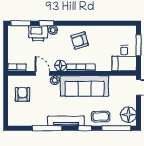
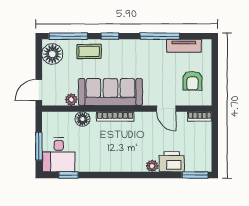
window: (46, 23) -> (69, 175), moved
armchair: (80, 41) -> (117, 152), removed
desk: (124, 58) -> (59, 155), moved, turned 180
floor lamp: (60, 66) -> (82, 119), moved
plant: (55, 80) -> (71, 100), moved
tv unit: (66, 121) -> (184, 46), moved, width x0.71

